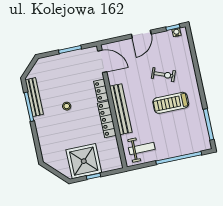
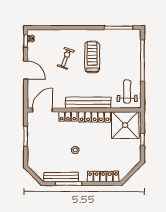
treadmill: (171, 103) -> (92, 57), turned 180
locker: (45, 142) -> (103, 176), added
shower: (84, 161) -> (125, 125), moved

